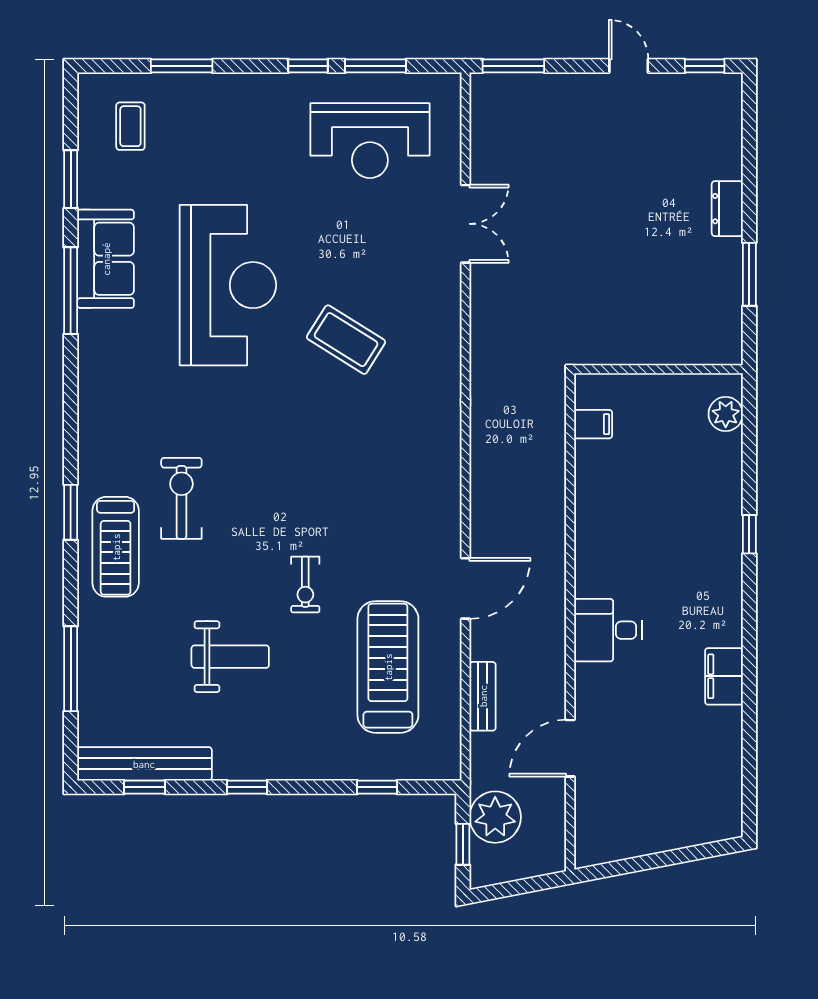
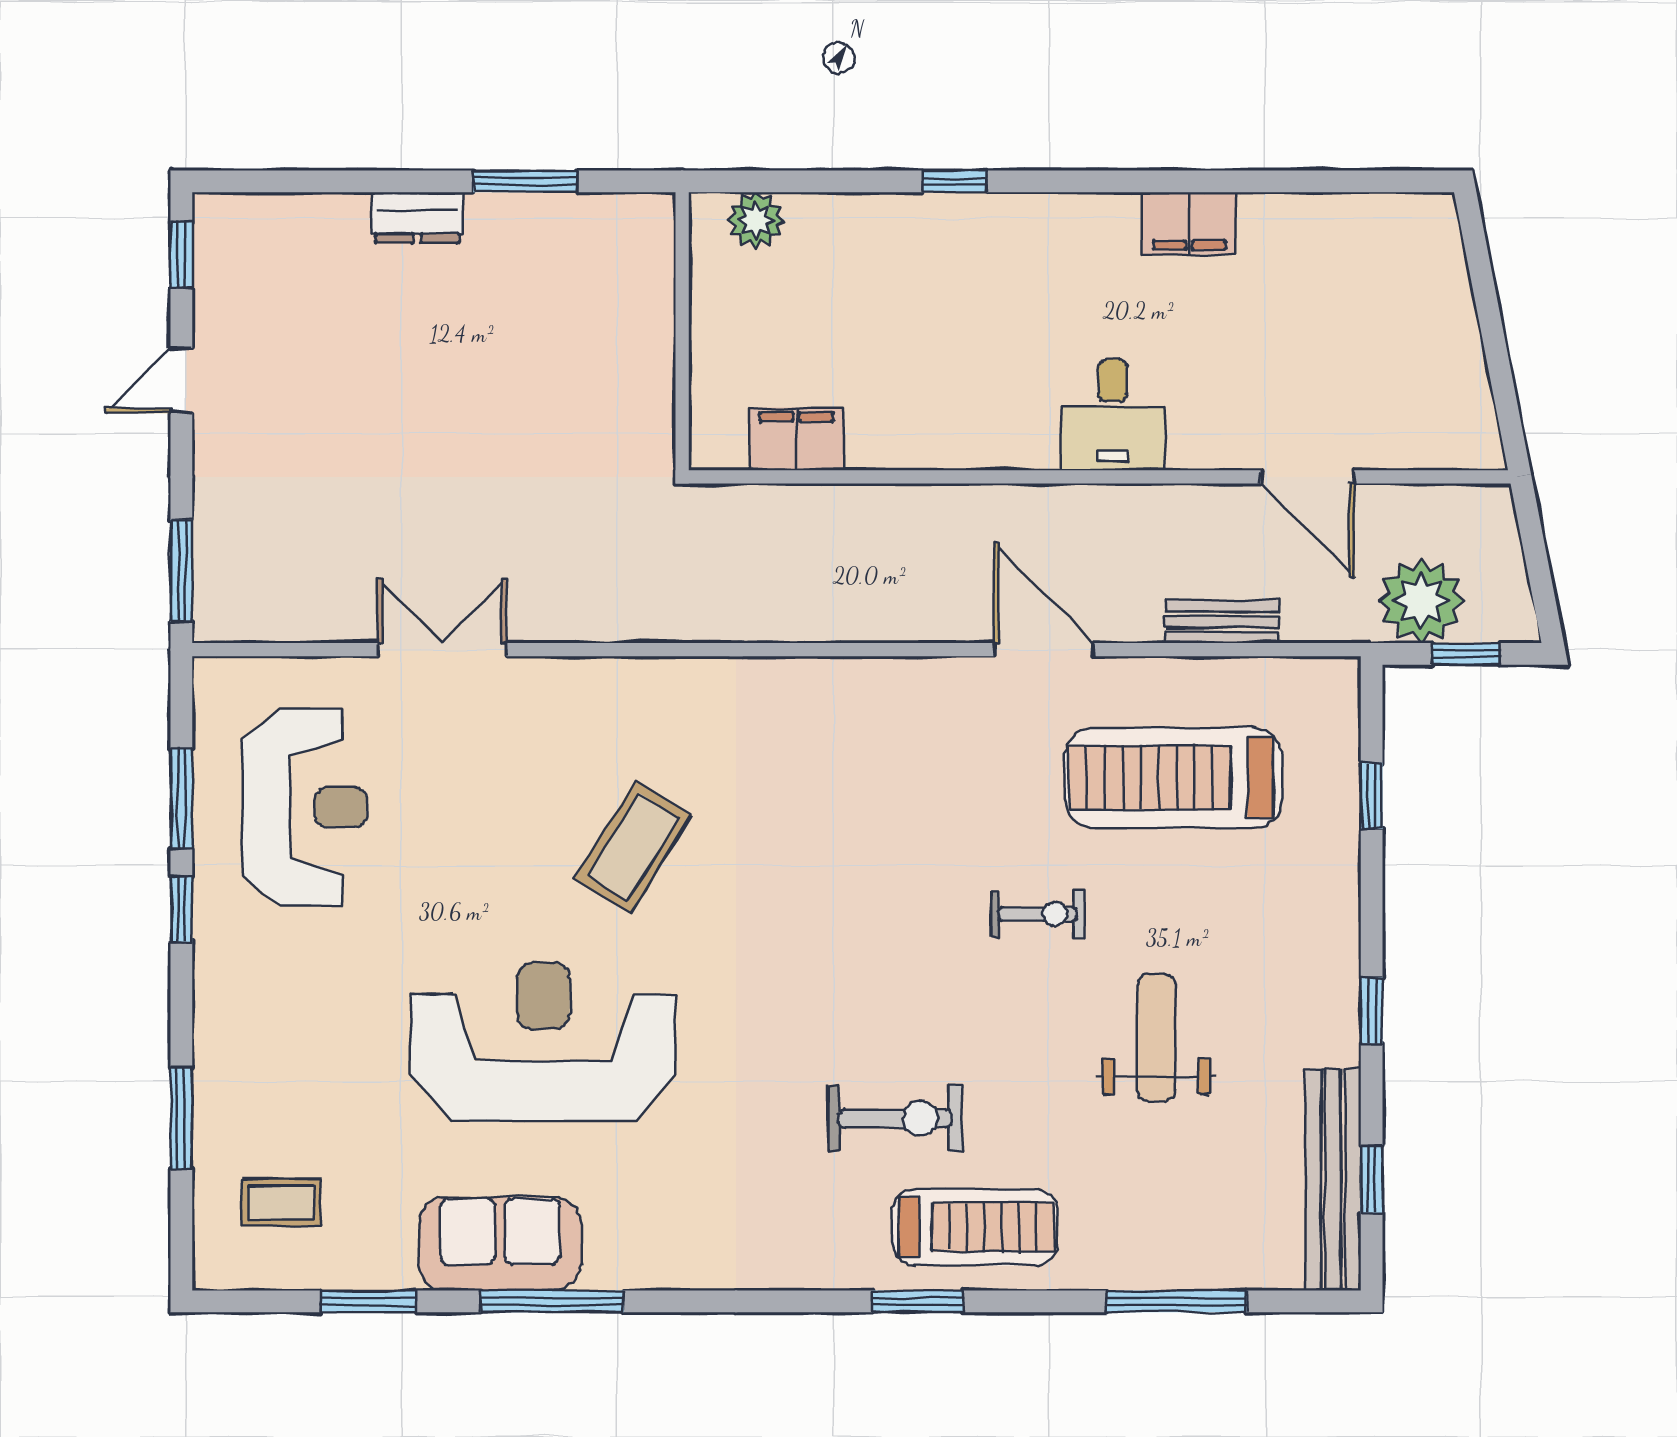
filing cabinet: (593, 424) -> (796, 439), width x2.00
exercise bike: (181, 498) -> (895, 1118), turned 180

